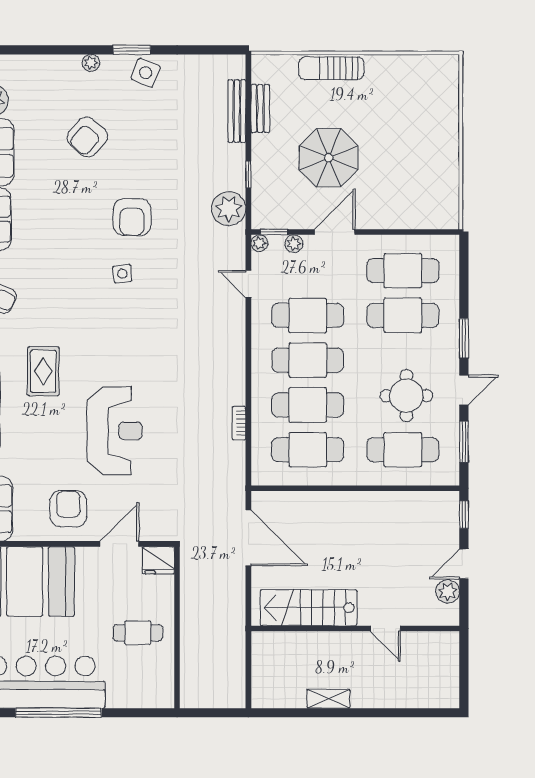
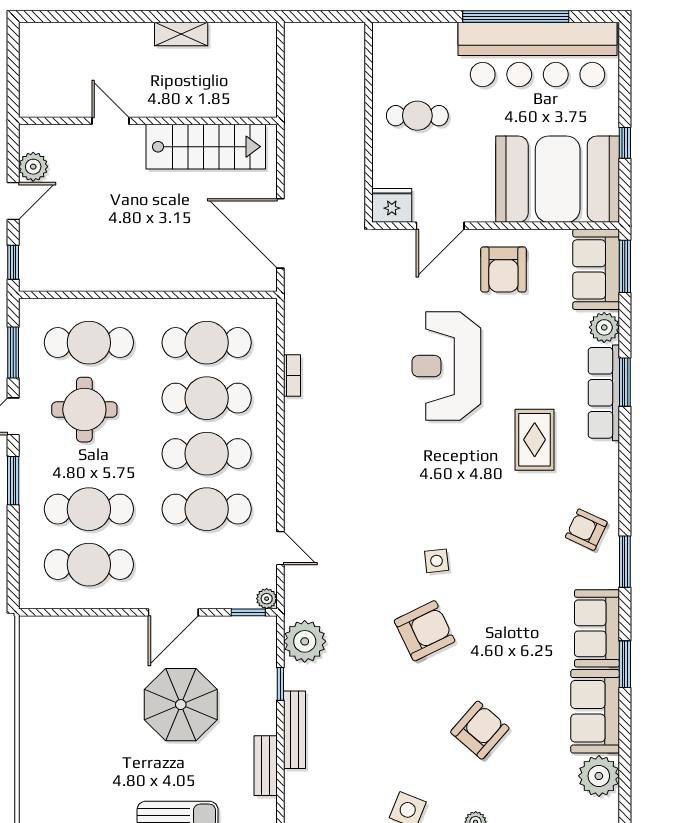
bench: (237, 111) -> (295, 730), moved
armchair: (132, 217) -> (425, 631), turned 64
plant: (294, 244) -> (224, 598), removed

